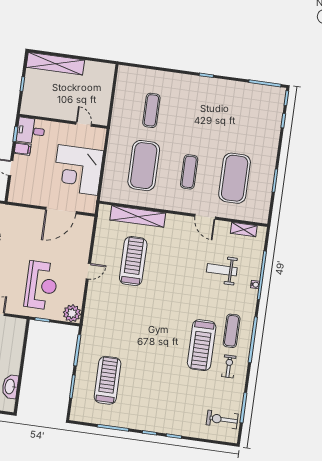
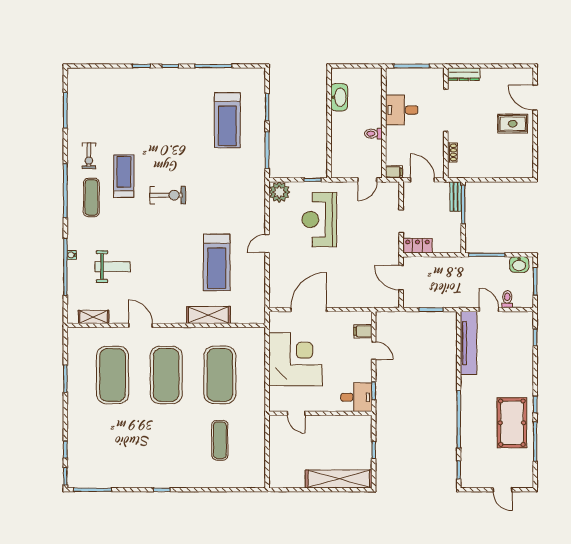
filing cabinet: (23, 149) -> (363, 331), moved
exercise mat: (189, 172) -> (166, 375), width x2.00, depth x1.45
shelving: (138, 216) -> (208, 315), width x0.68
treadmill: (202, 345) -> (124, 176), width x0.73, depth x0.73
exercise bike: (222, 419) -> (168, 195), moved

